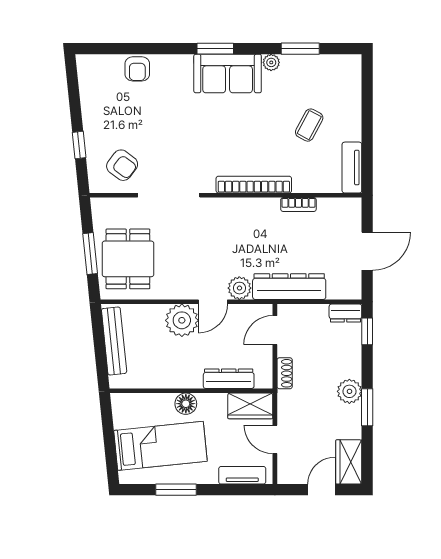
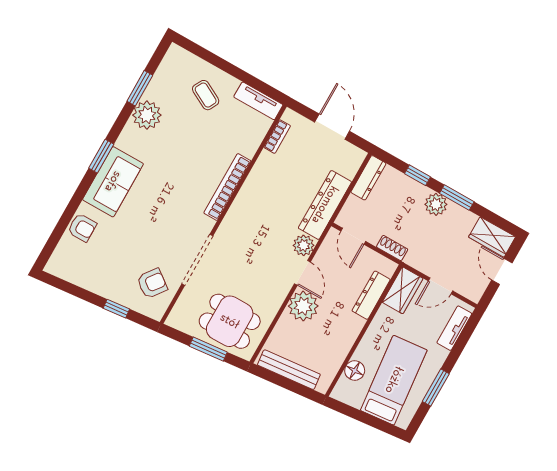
plant: (271, 62) -> (147, 115), width x1.87, depth x1.87
sofa: (228, 74) -> (113, 182), moved
coffee table: (309, 125) -> (206, 95), moved
bookcase: (298, 205) -> (277, 137), moved
dresser: (345, 313) -> (368, 178), width x1.44
window: (367, 331) -> (418, 175), moved
floor lamp: (186, 404) -> (355, 371), moved

